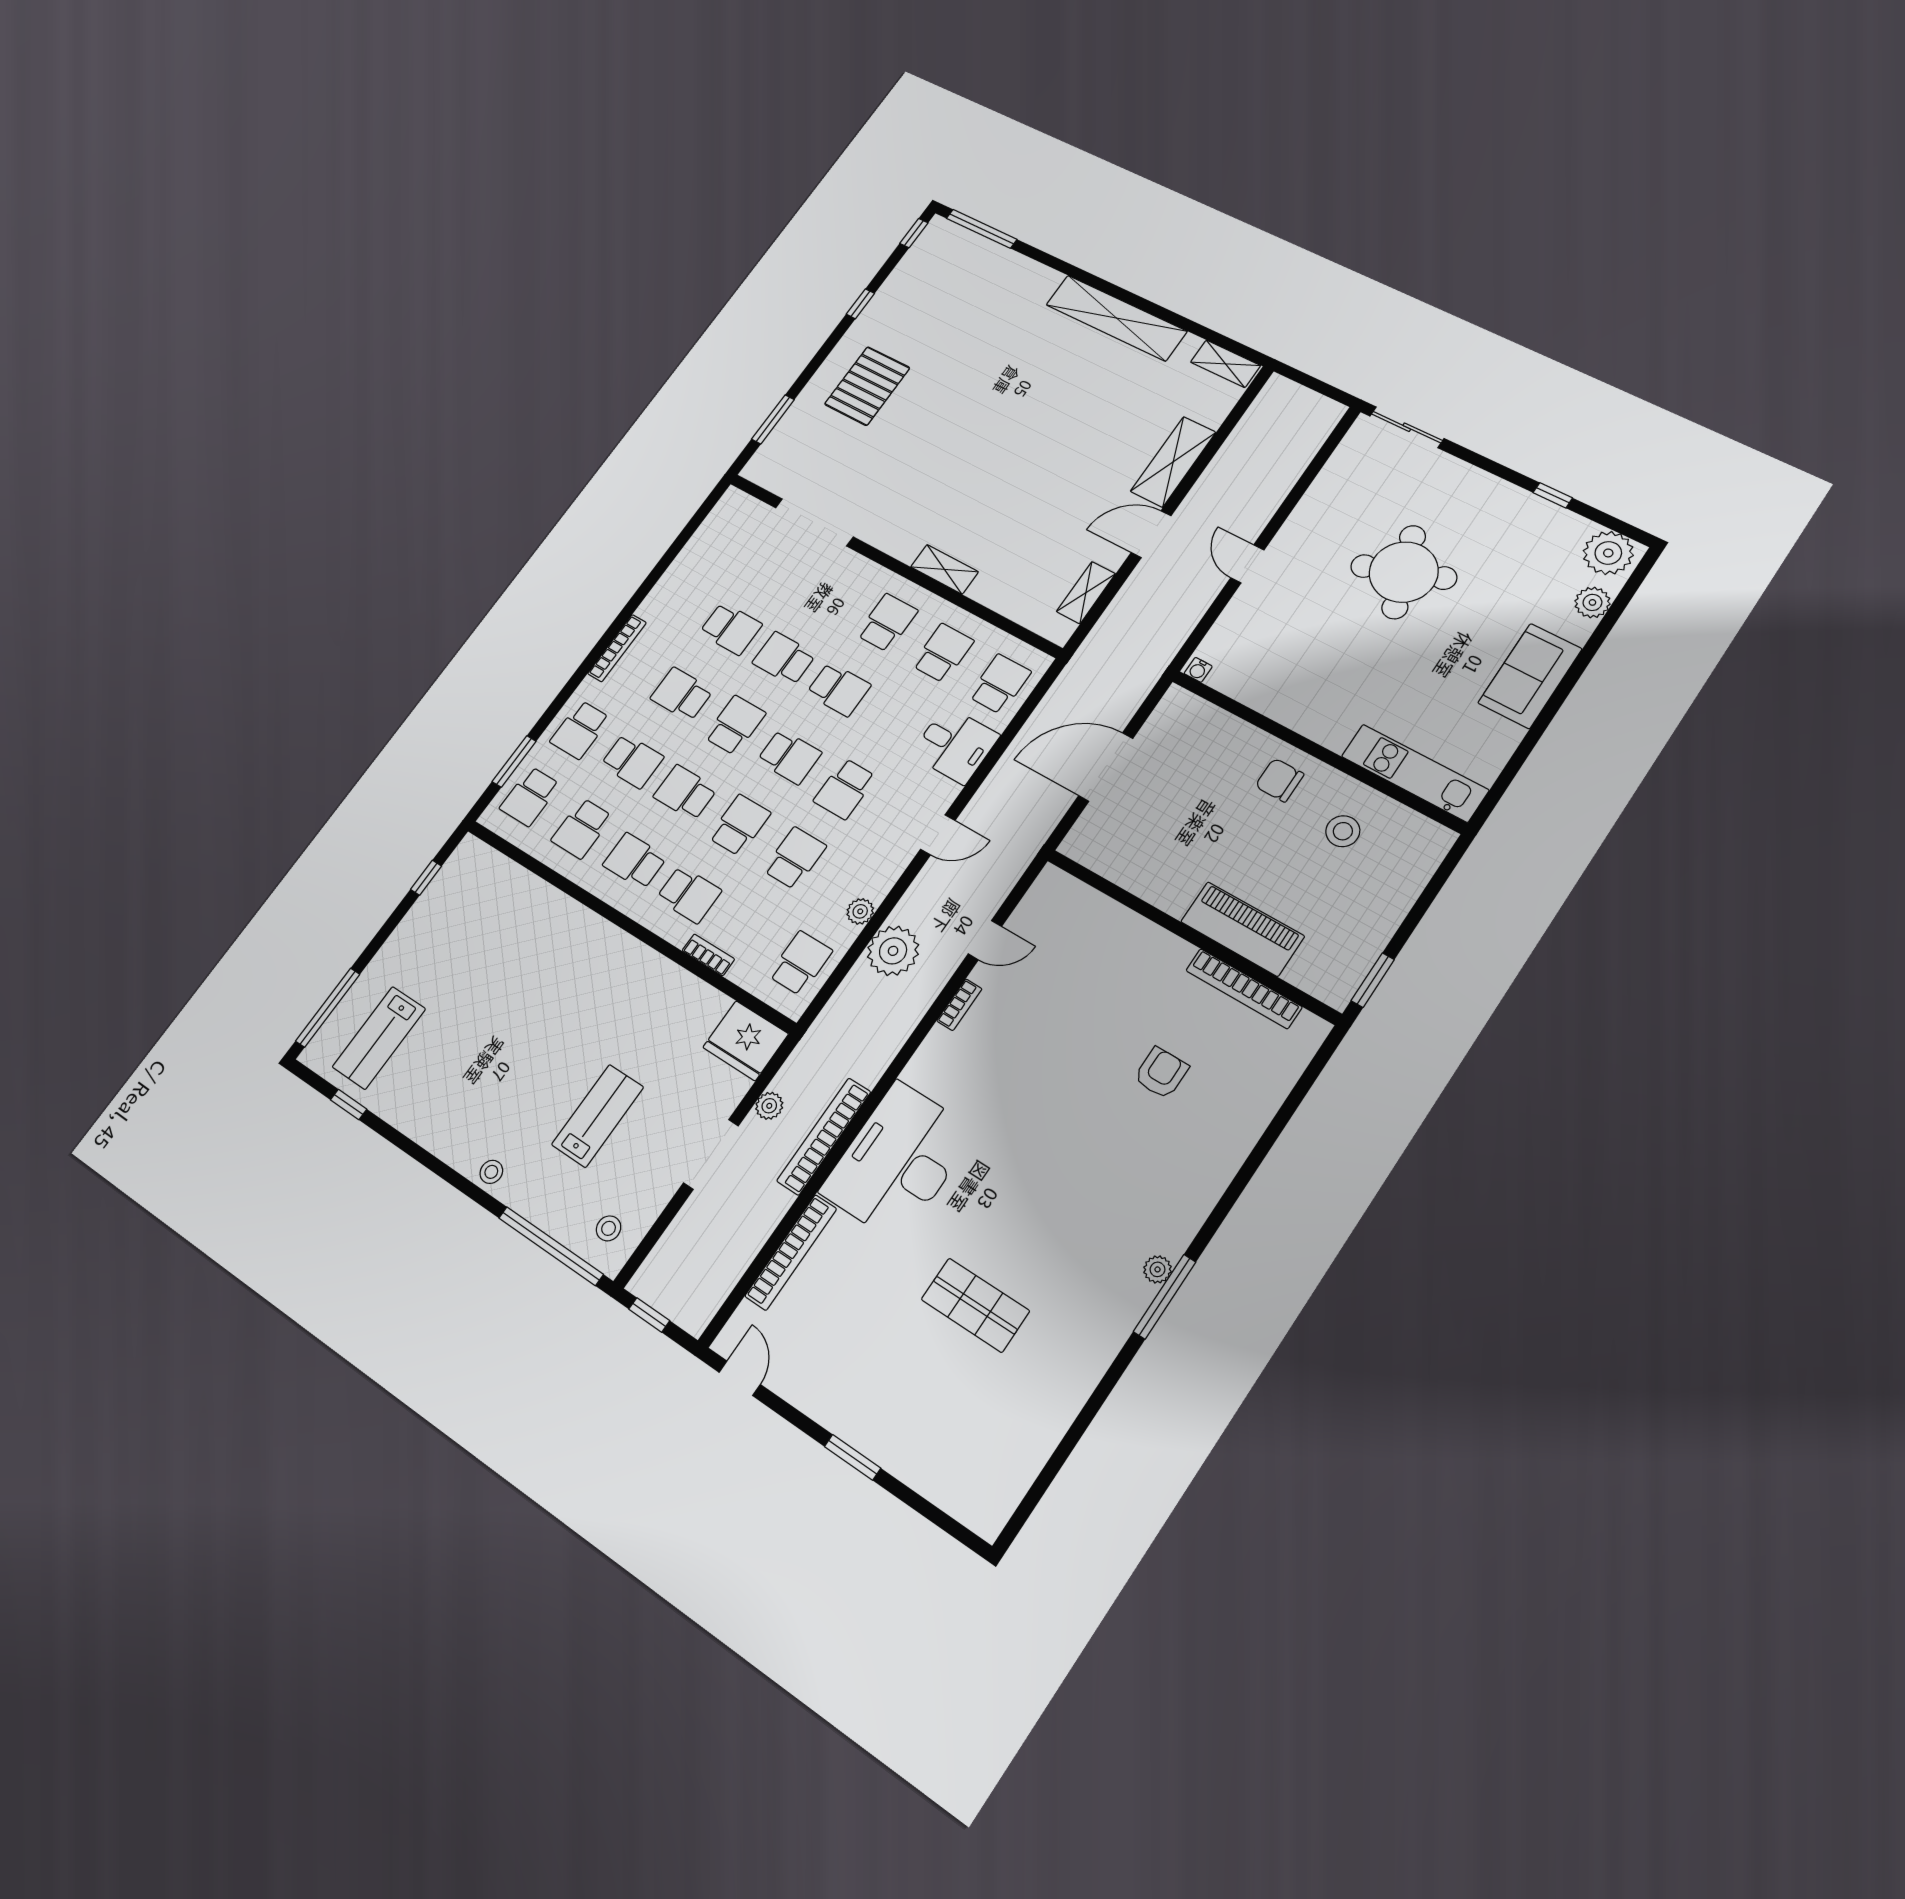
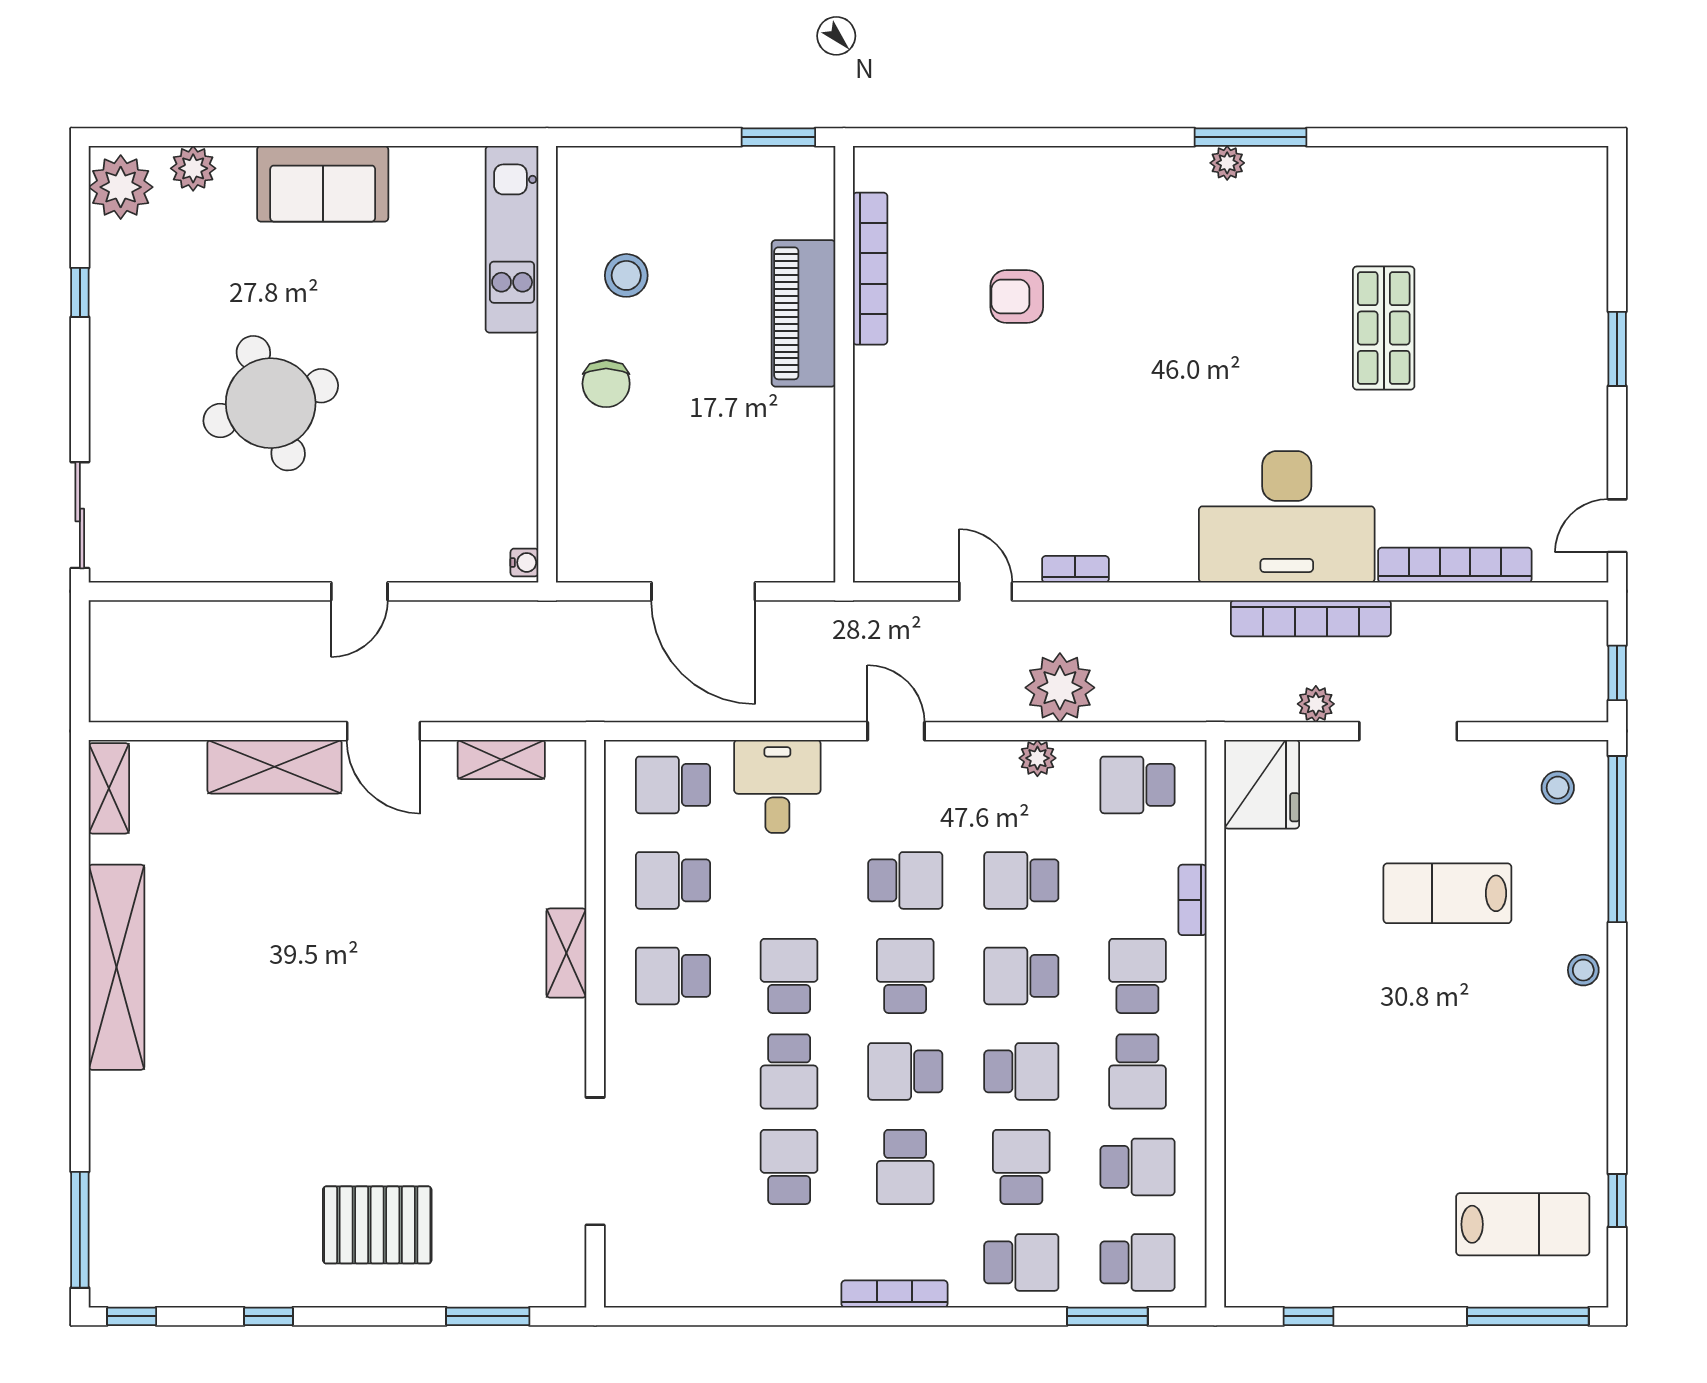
school desk: (685, 793) -> (1021, 1071), turned -90

